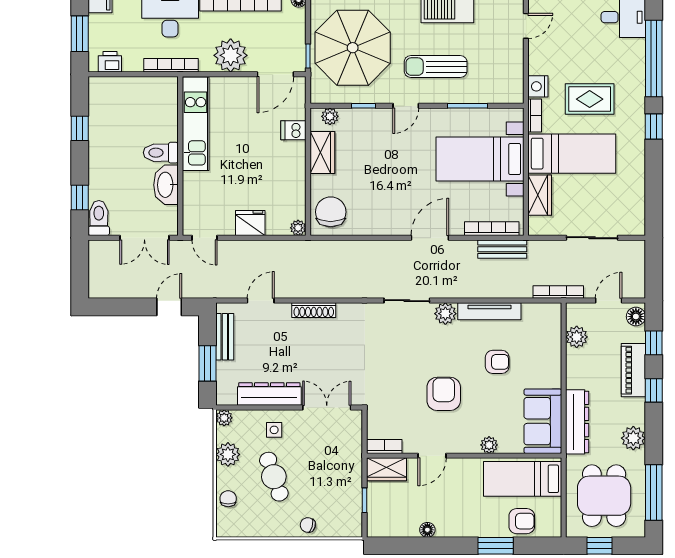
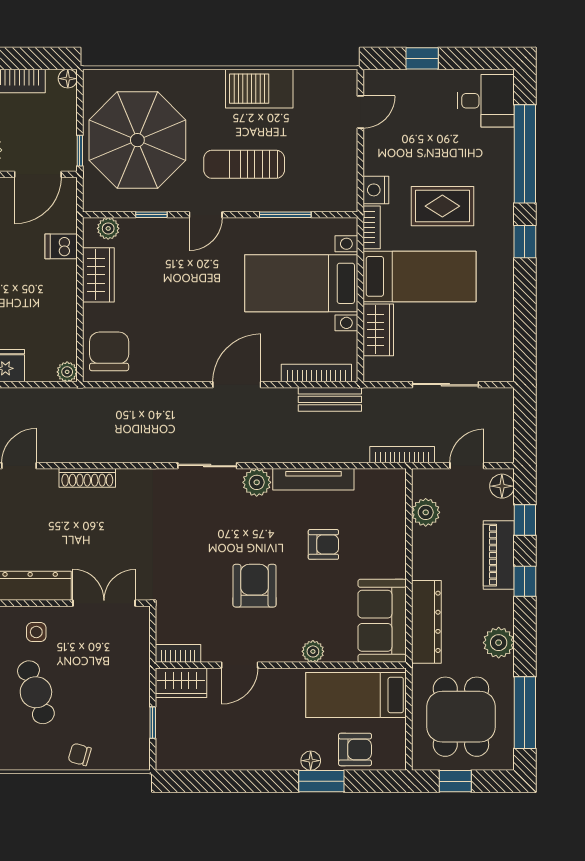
floor lamp: (427, 530) -> (311, 761), moved

